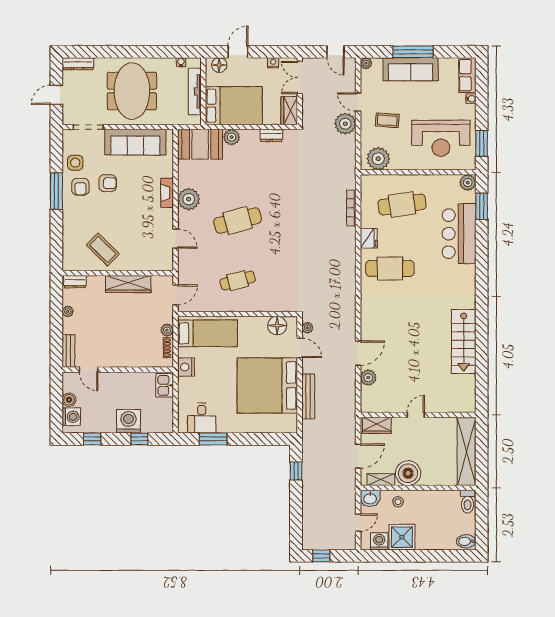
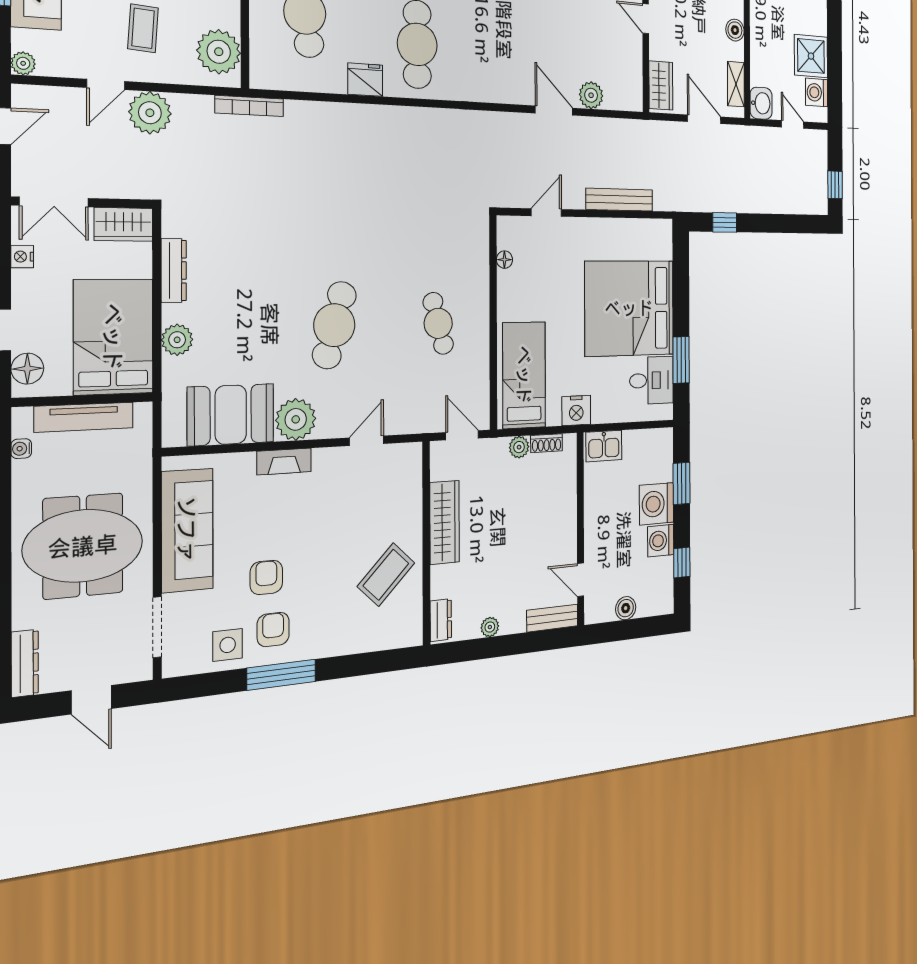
dresser: (271, 135) -> (174, 270), width x1.44
booth: (200, 144) -> (231, 415), moved, turned 90
armchair: (80, 187) -> (273, 629), turned -90
bookcase: (351, 208) -> (249, 106), moved
cafe table: (238, 221) -> (334, 325), turned 30
floor lamp: (277, 326) -> (504, 260), width x0.53, depth x0.53
plant: (307, 328) -> (515, 198), removed
door: (88, 370) -> (581, 580), swing flipped
bed: (267, 385) -> (629, 308), moved, turned 90
washing machine: (71, 417) -> (661, 541), moved, turned -90
window: (139, 439) -> (682, 483), width x1.50
boiler: (408, 473) -> (735, 30), width x0.54, depth x0.54
stool: (398, 502) -> (765, 58), removed

